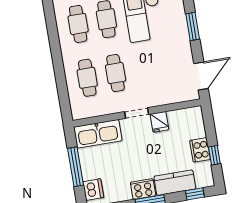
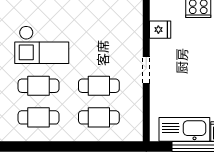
fridge: (159, 122) -> (160, 30), moved
kitchen sink: (98, 134) -> (184, 129), moved, turned -90

